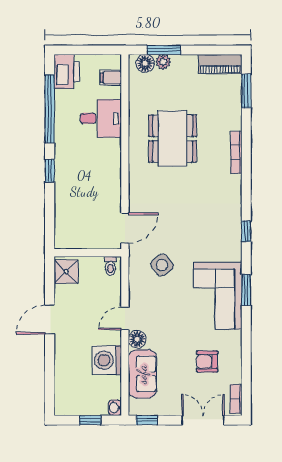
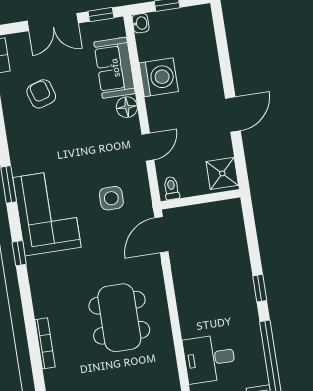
dining table: (173, 139) -> (119, 318), moved
side table: (162, 265) -> (111, 198), turned 37
corner sofa: (218, 296) -> (47, 212), moved
door: (125, 318) -> (148, 147), moved
armchair: (207, 361) -> (41, 94), turned -107
double door: (203, 420) -> (53, 22), moved

